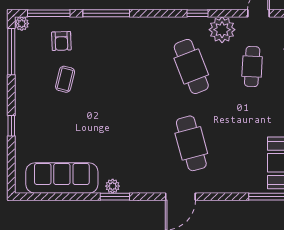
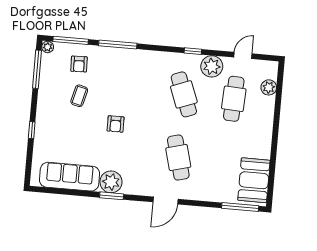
cafe table: (252, 66) -> (234, 99), width x1.37, depth x1.35
armchair: (112, 109) -> (116, 124), added
plant: (113, 186) -> (111, 182), width x1.87, depth x1.87

